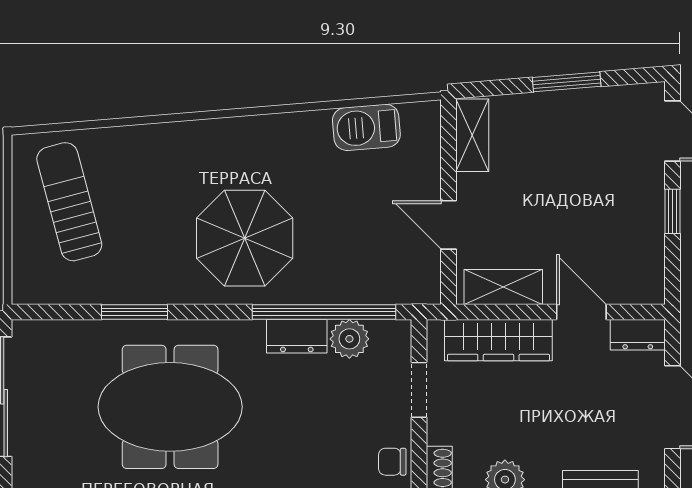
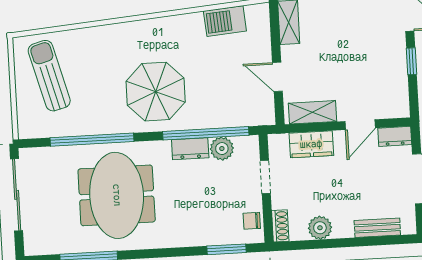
window: (135, 312) -> (92, 140), width x2.11
door: (581, 312) -> (360, 125), swing flipped
wardrobe: (498, 340) -> (311, 144), width x0.67
meeting table: (170, 407) -> (117, 195), turned 90

